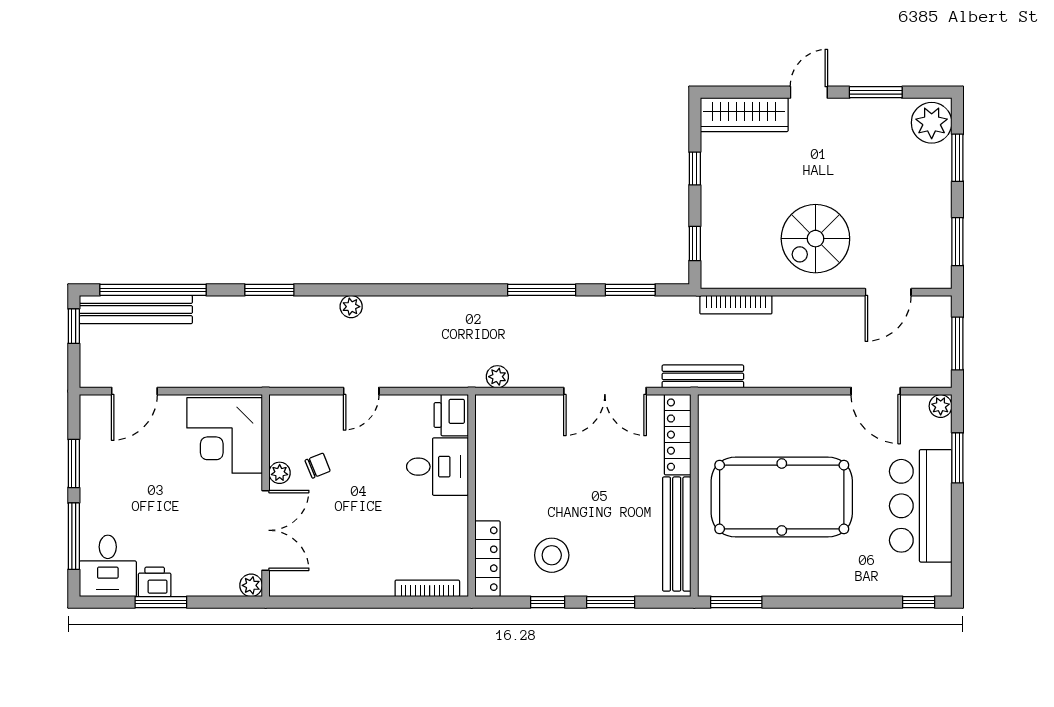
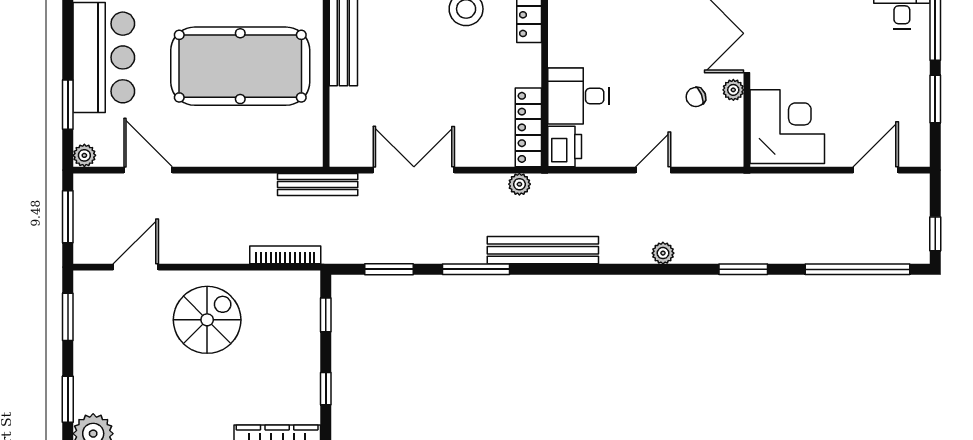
bench: (136, 310) -> (543, 250), moved
locker: (678, 435) -> (528, 127), moved, turned 180

